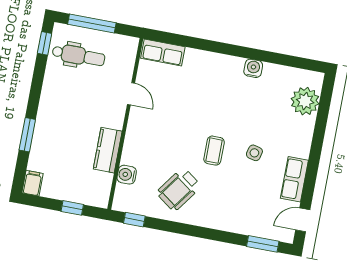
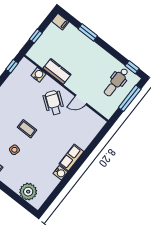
row of seats: (163, 53) -> (71, 158), moved
wheelchair: (179, 189) -> (54, 103), moved

